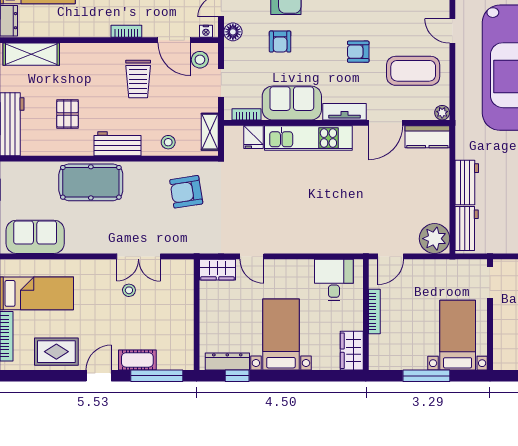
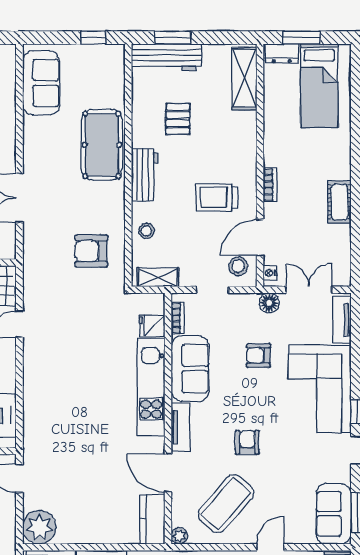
coffee table: (413, 71) -> (226, 504), turned 41
pallet: (68, 114) -> (178, 119), turned 90
armchair: (186, 192) -> (91, 251), turned -81

